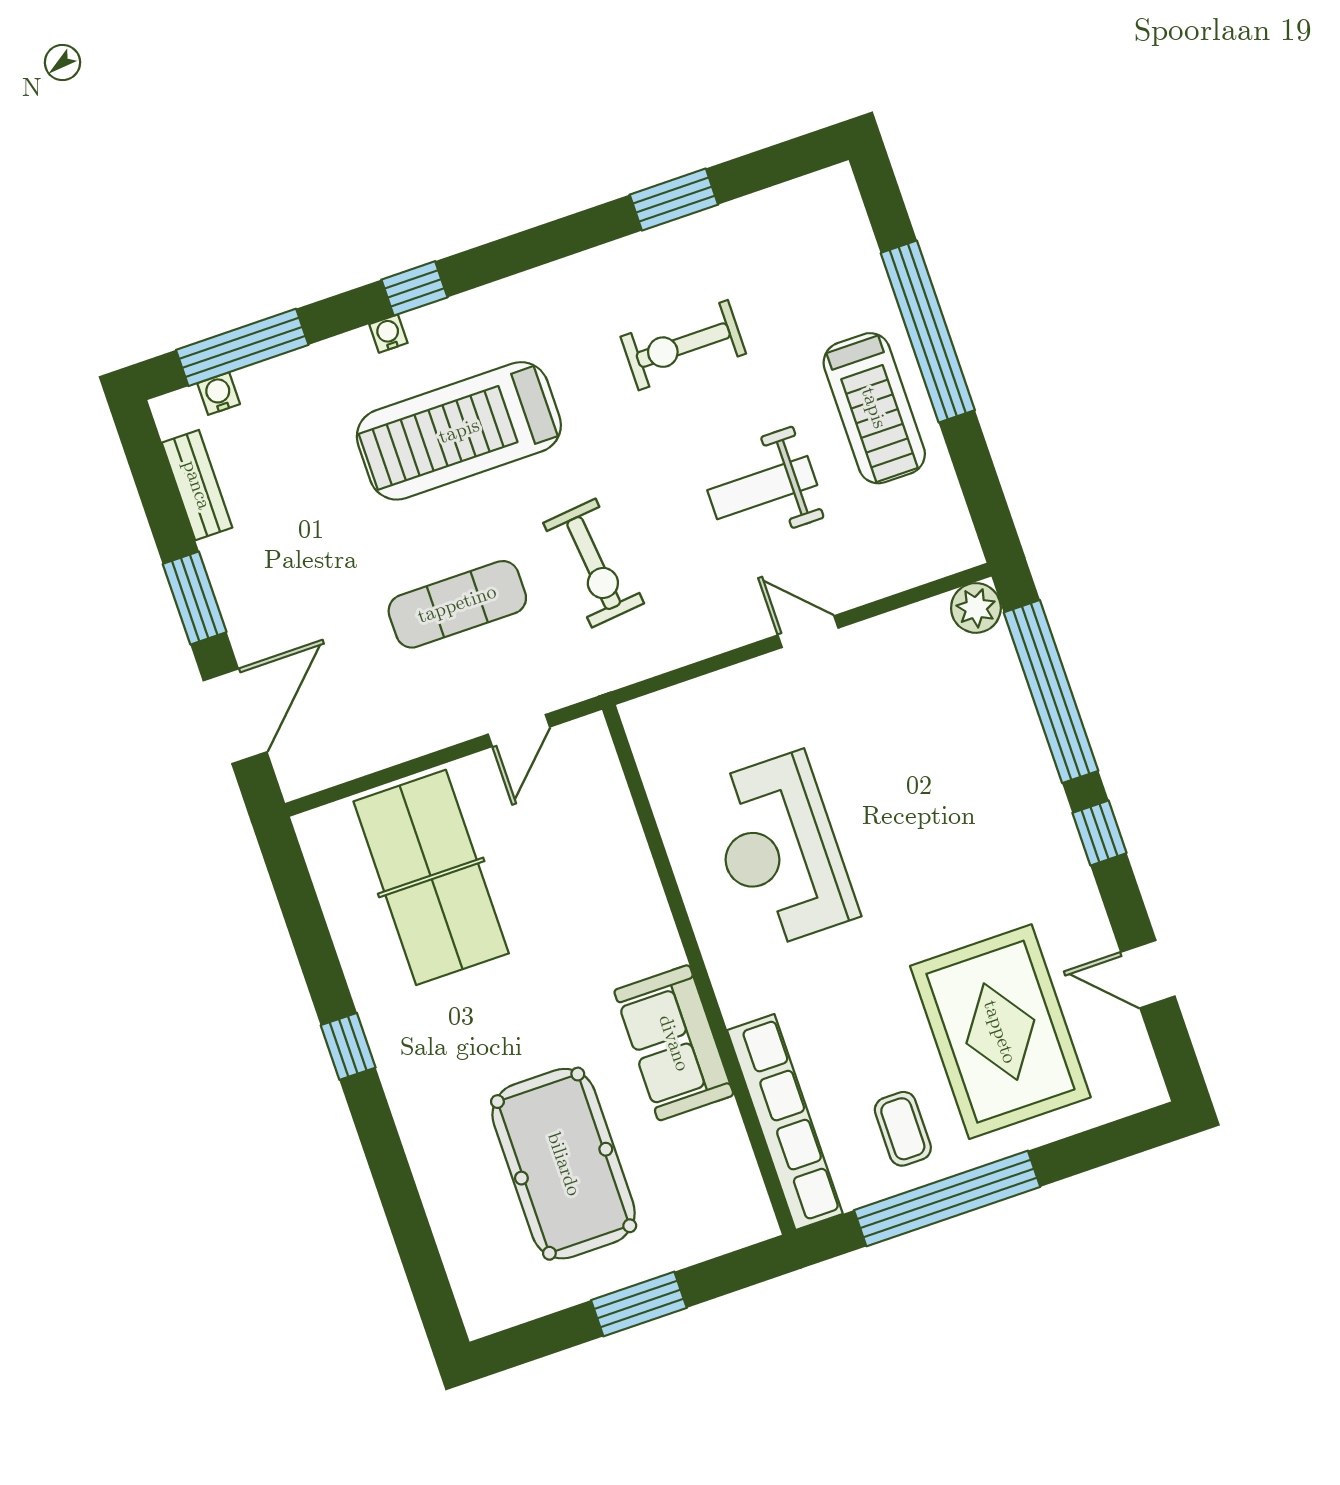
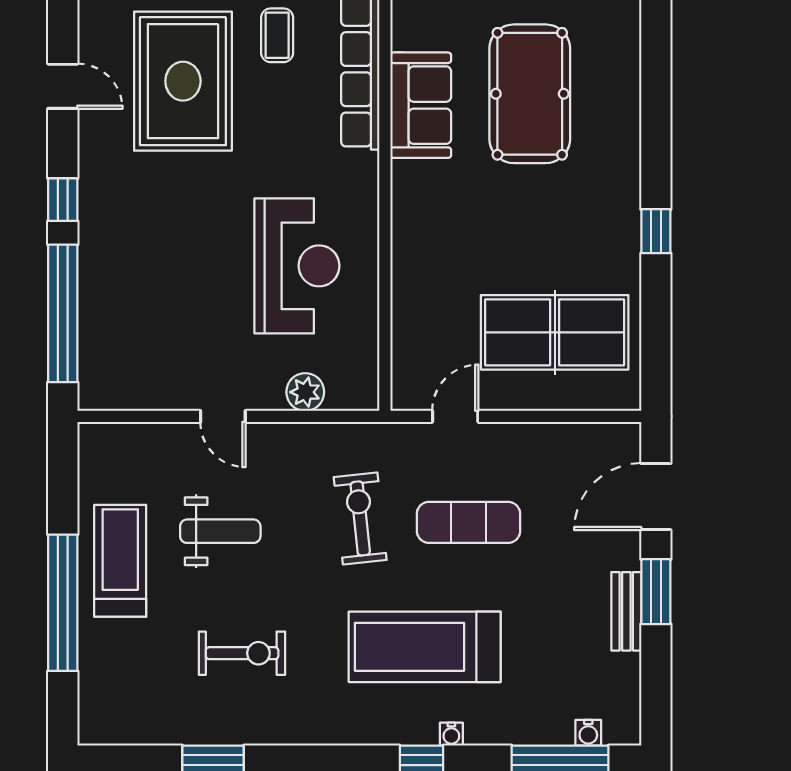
treadmill: (459, 431) -> (425, 647), turned 180
bench: (197, 485) -> (626, 611), moved
plant: (976, 608) -> (305, 392), moved
table tennis table: (431, 877) -> (555, 332), turned 90
sofa: (674, 1043) -> (421, 105), moved

